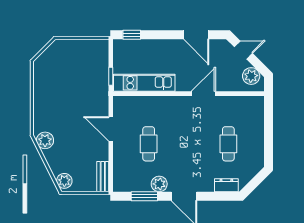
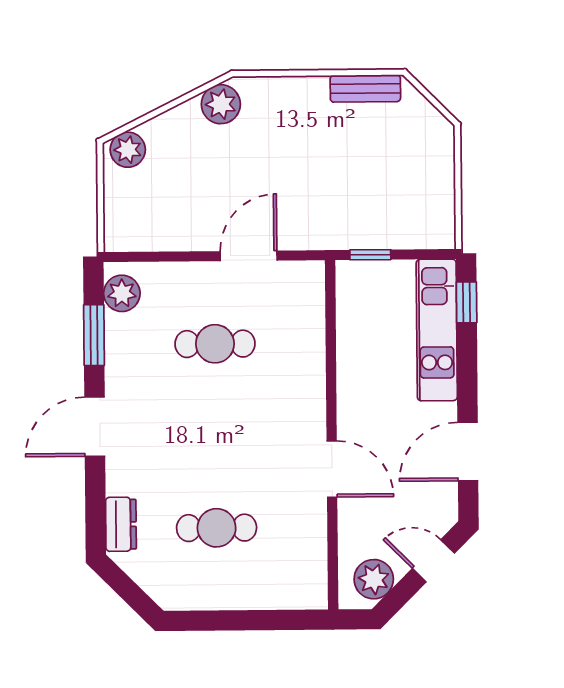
door: (243, 50) -> (433, 561), swing flipped
kitchen unit: (144, 83) -> (437, 330), moved, turned 180
bench: (103, 177) -> (365, 89), moved
plant: (159, 184) -> (122, 293), moved

